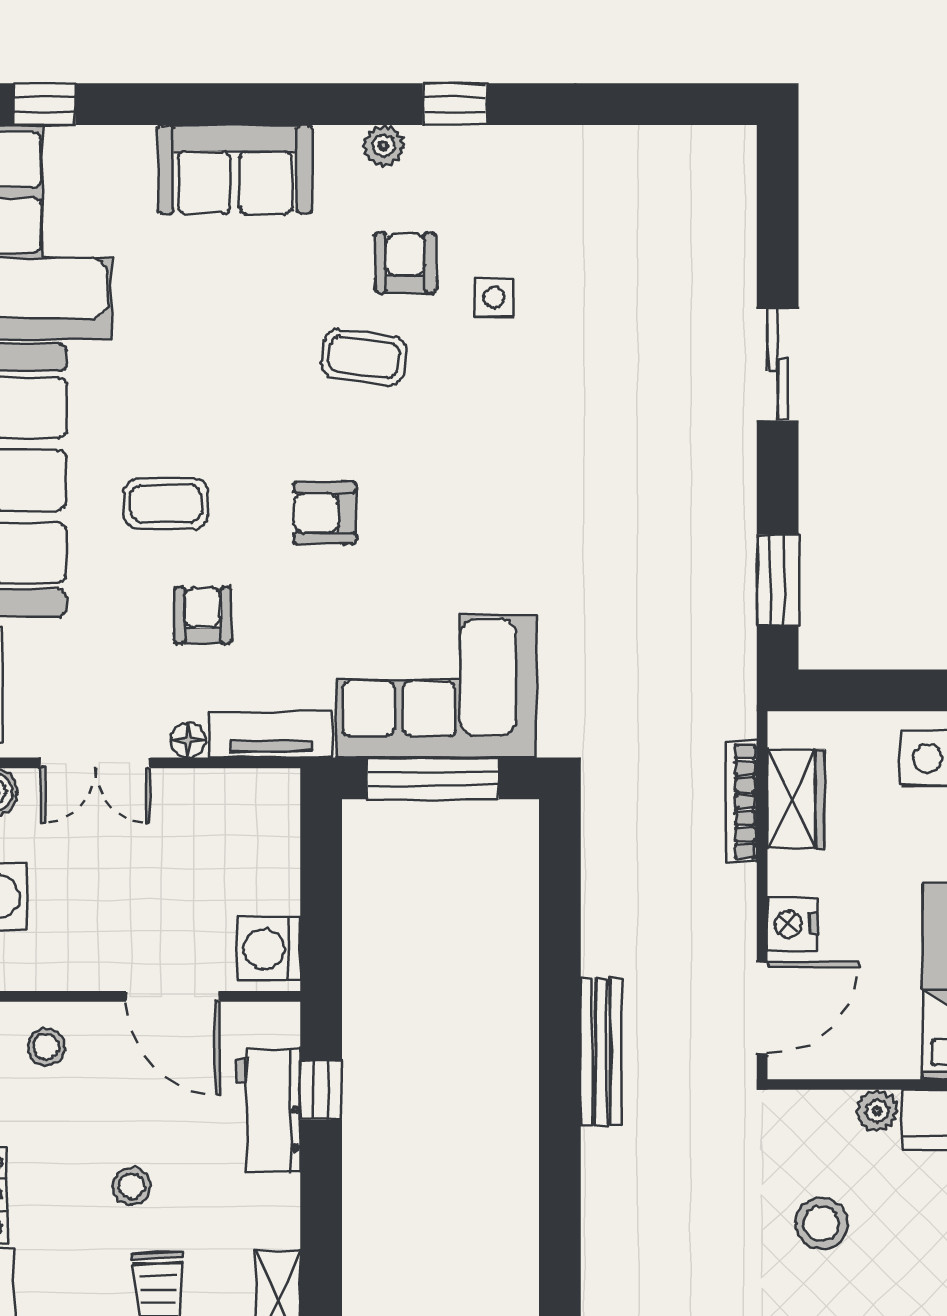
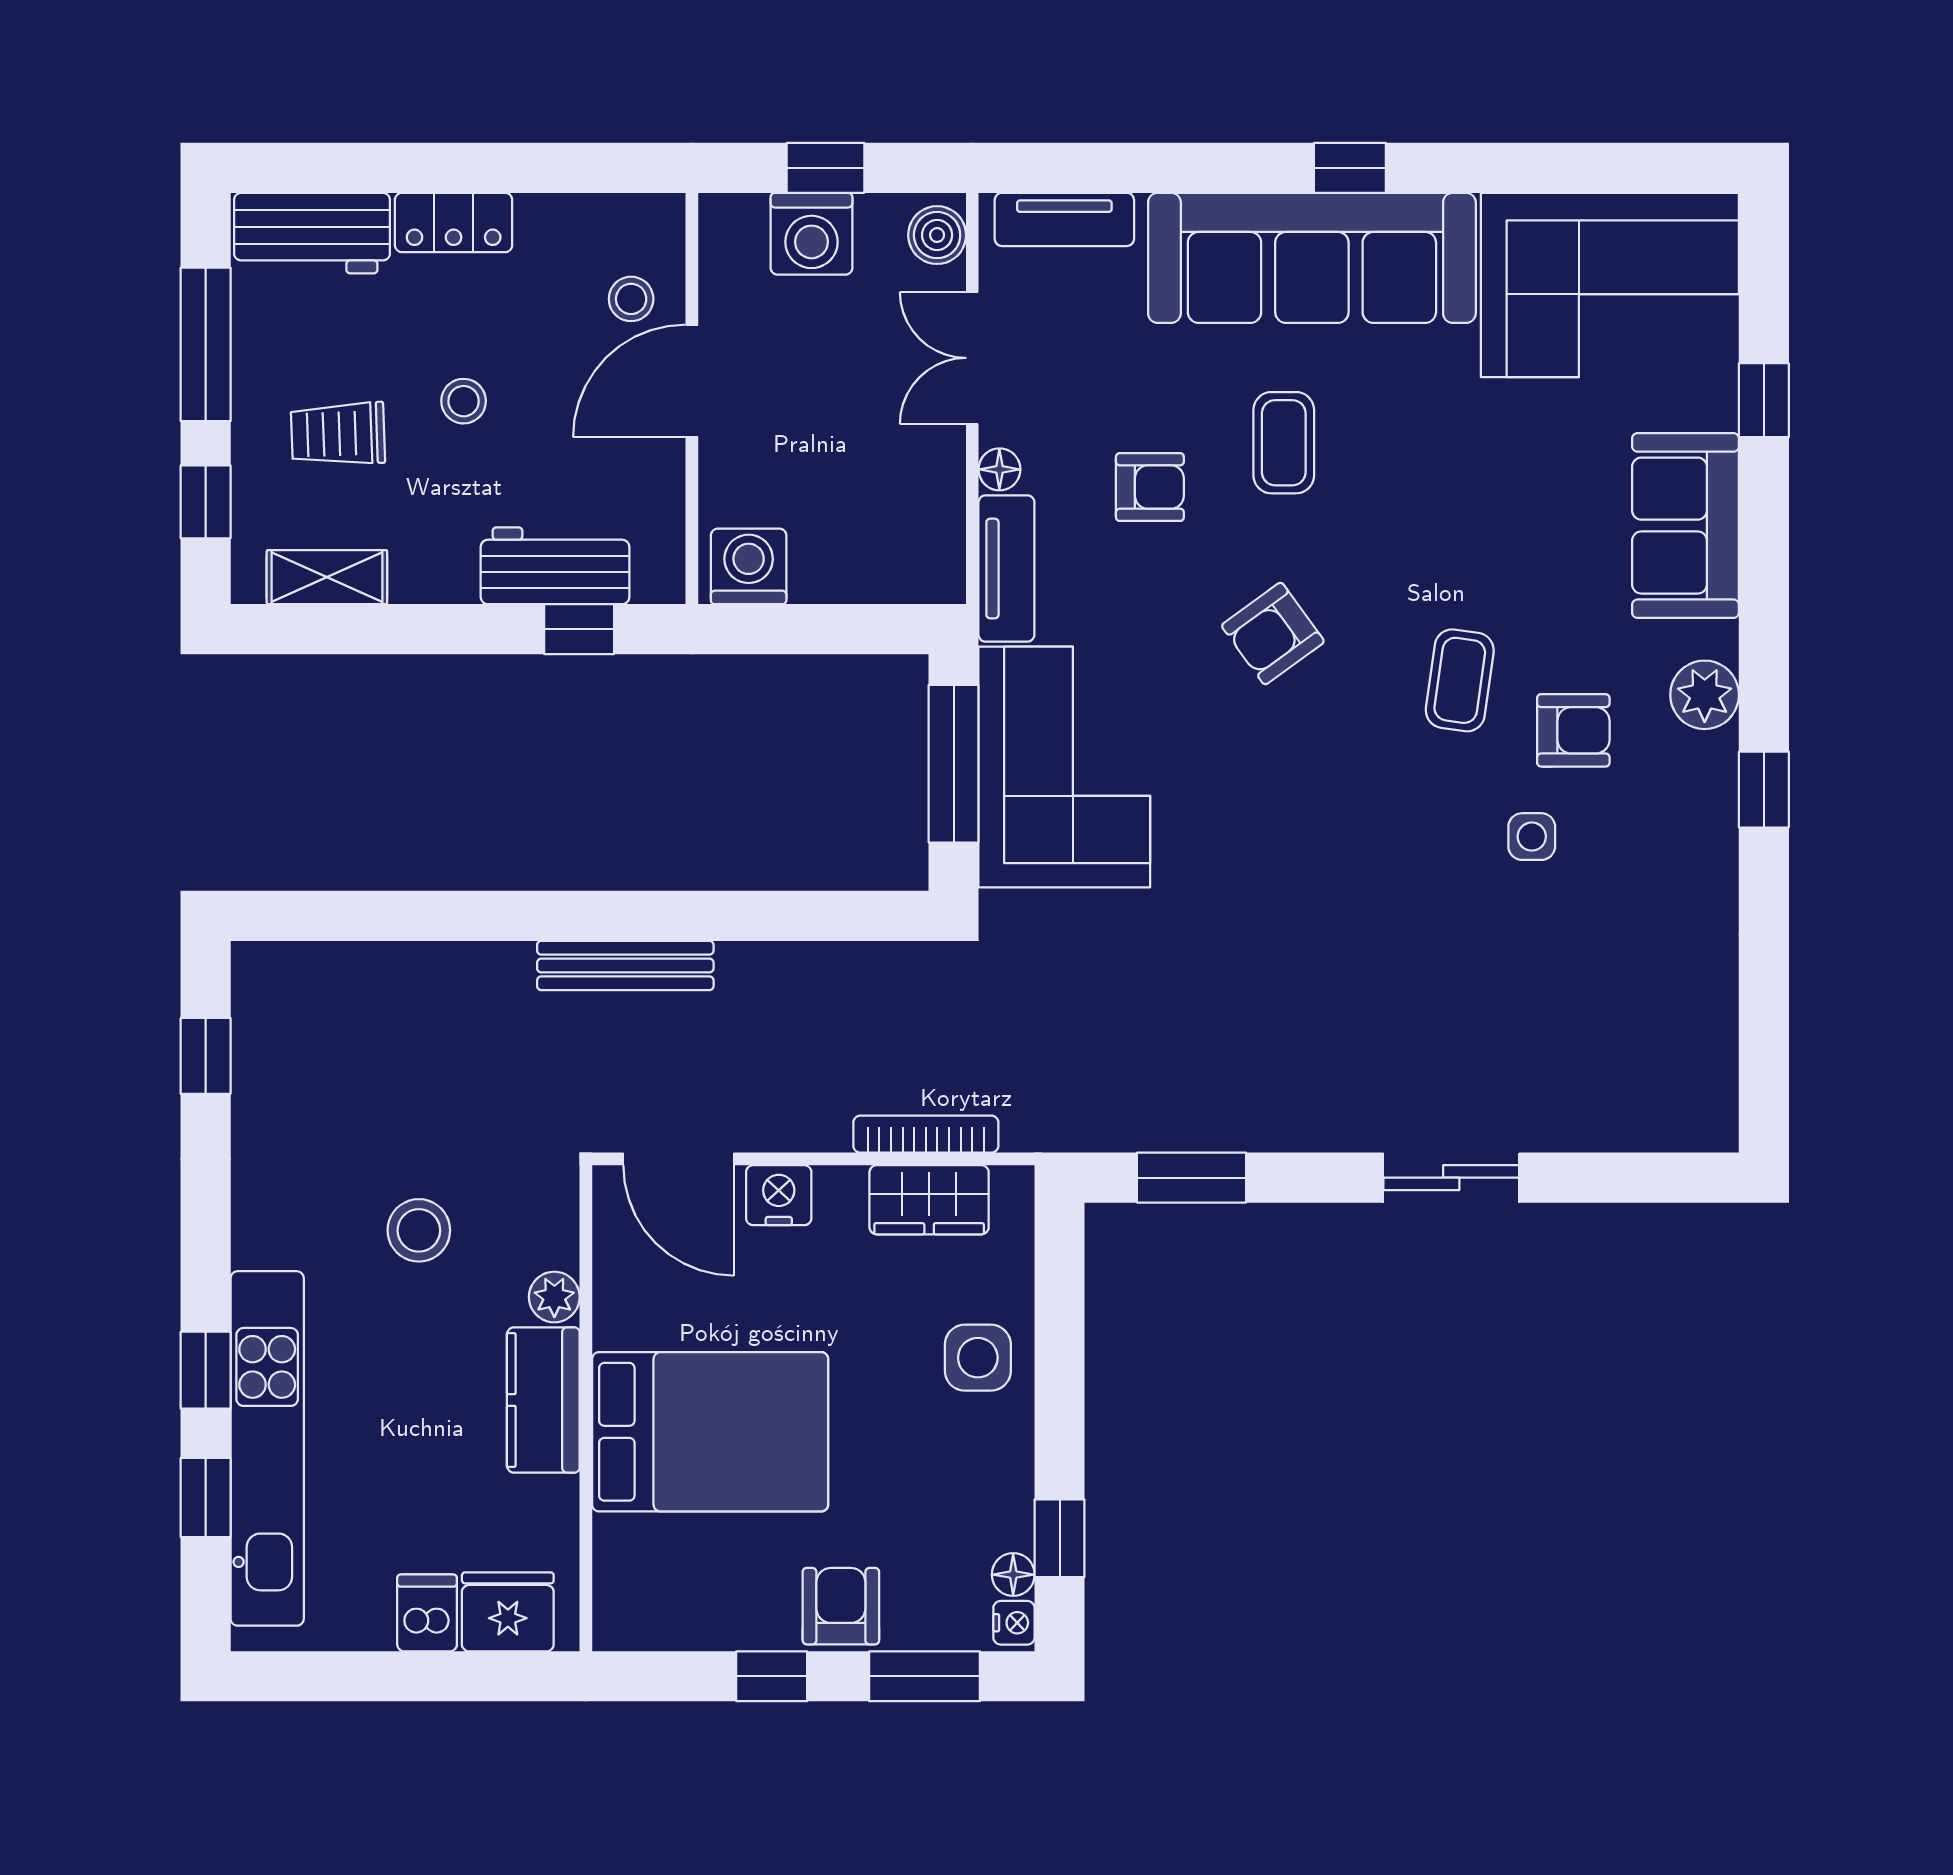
window: (44, 104) -> (1764, 400), moved
plant: (384, 146) -> (1705, 695), width x1.38, depth x1.38
armchair: (325, 513) -> (1273, 634), turned -126
door: (173, 996) -> (692, 381), moved

